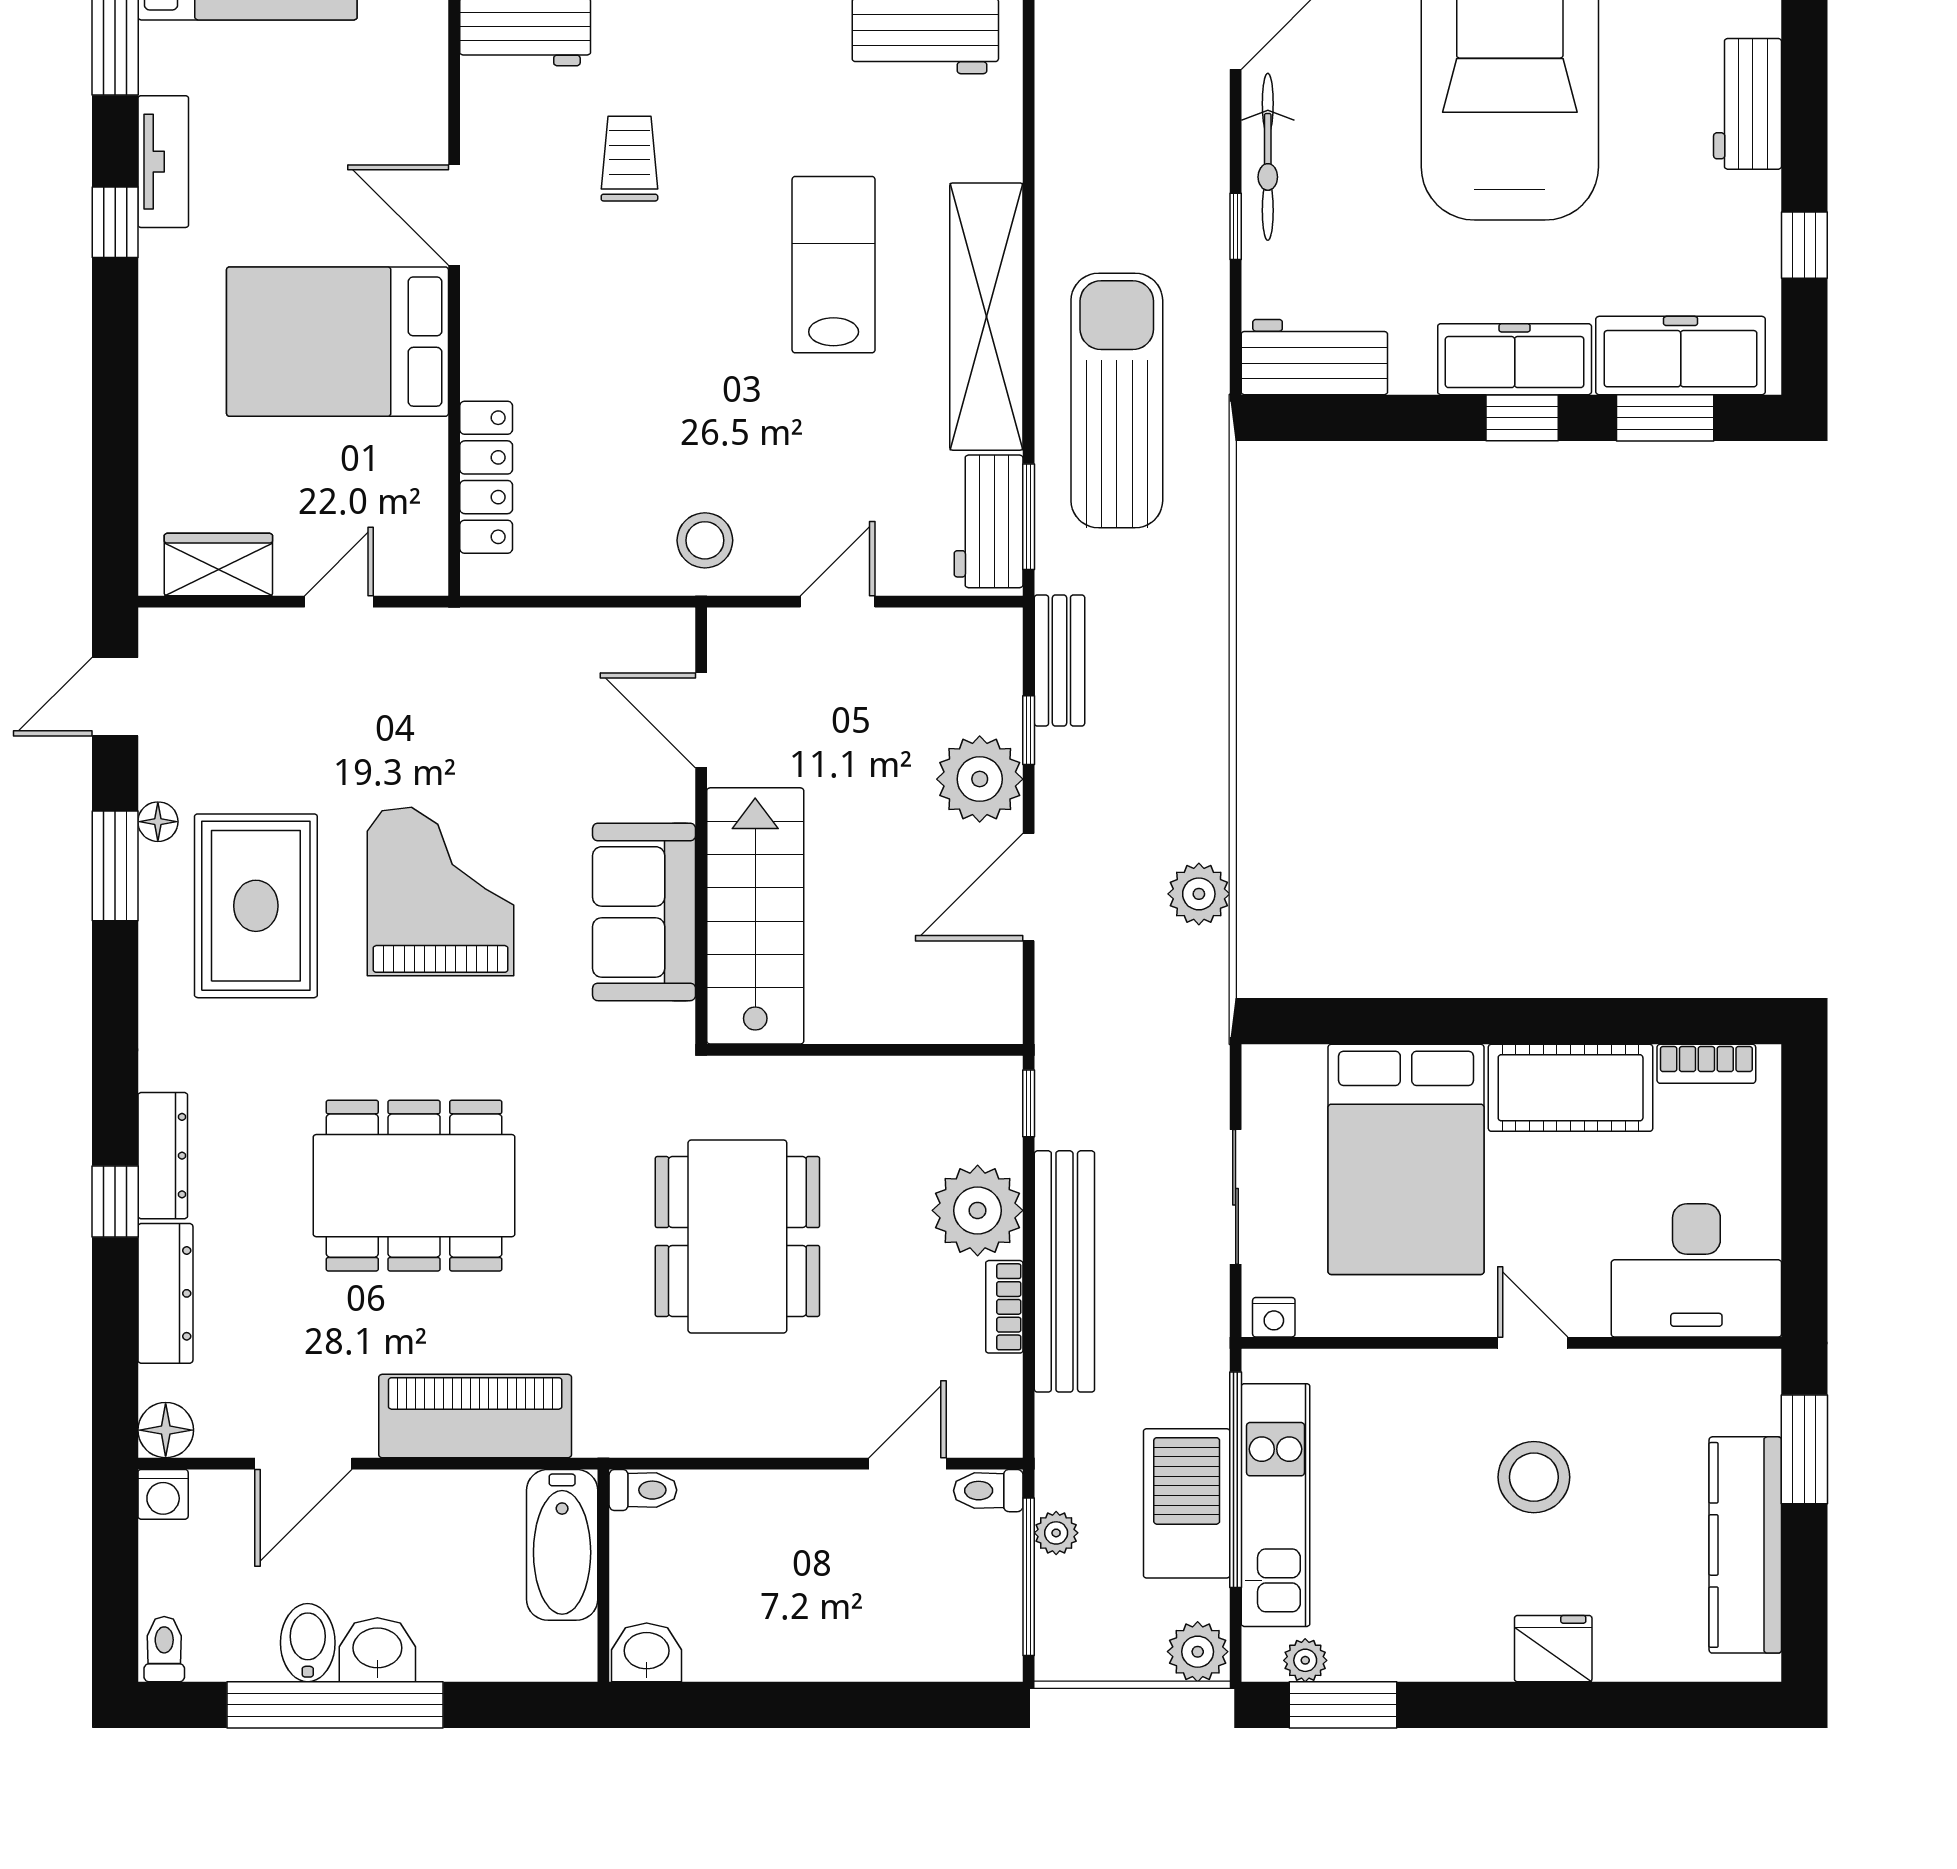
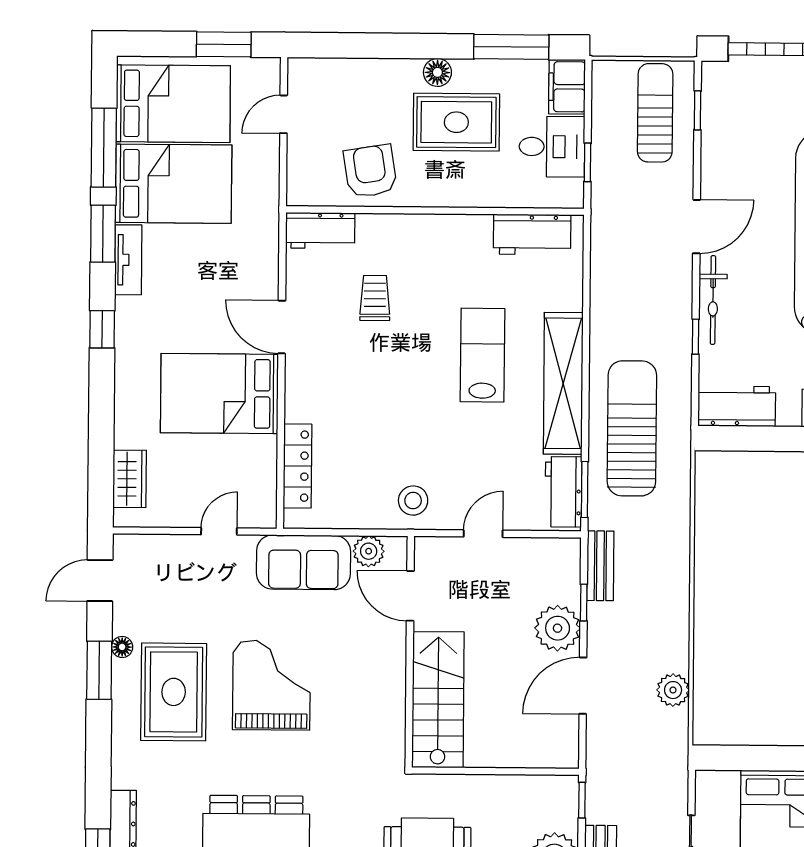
tv unit: (163, 162) -> (128, 260), moved
wardrobe: (218, 565) -> (130, 479), moved, turned 90
plant: (622, 637) -> (369, 551), added
sofa: (644, 912) -> (303, 562), moved, turned -90

